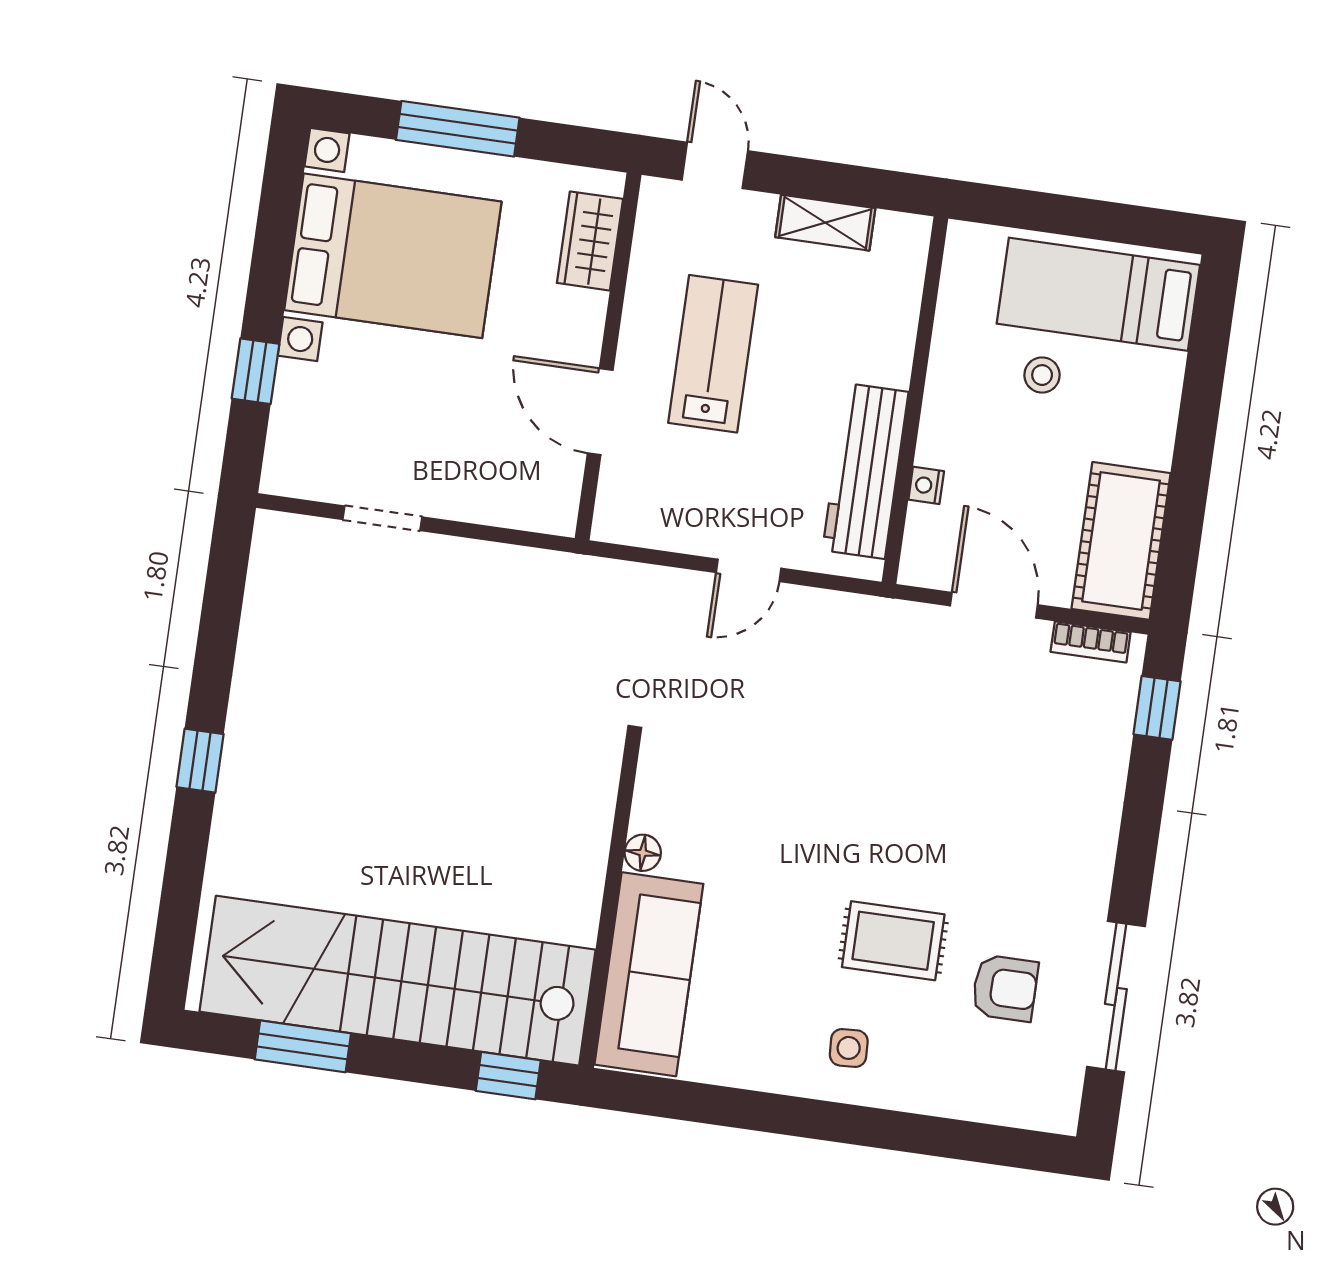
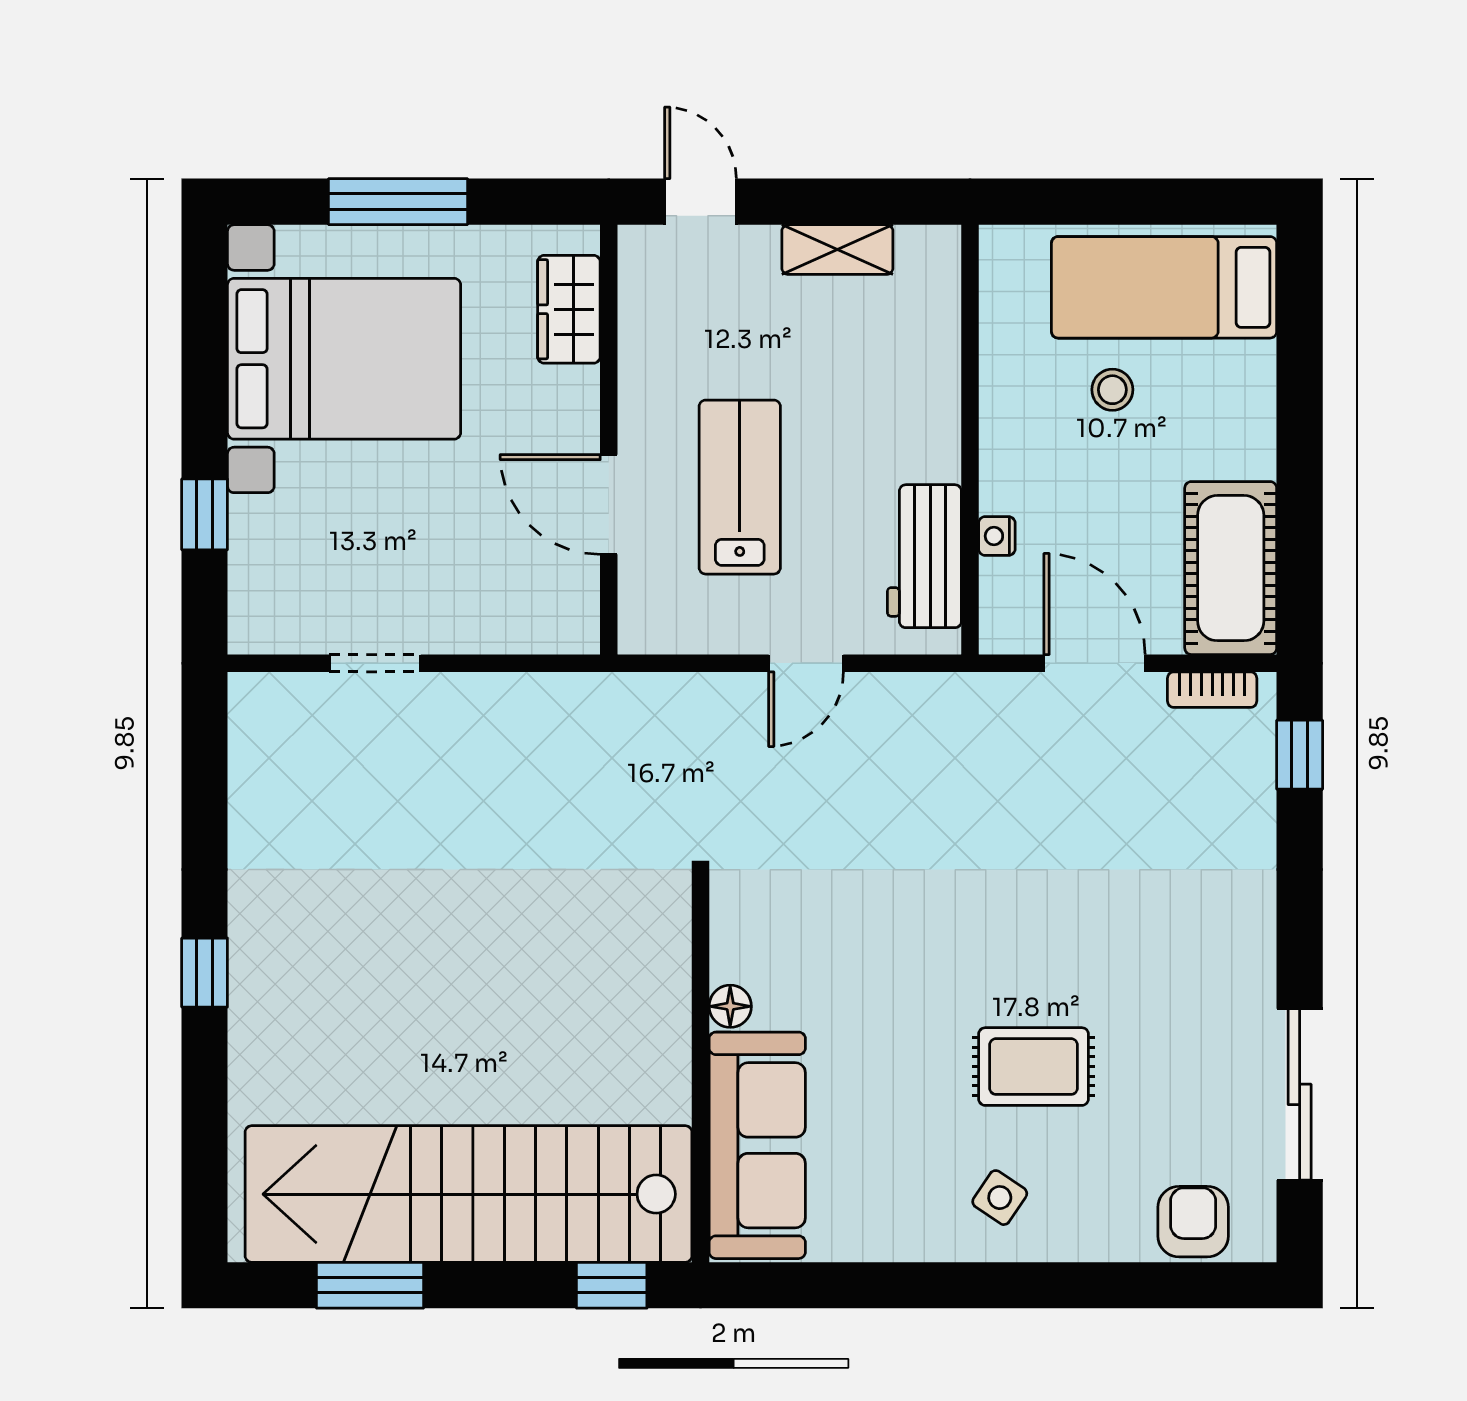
lab bench: (713, 354) -> (740, 487), moved
workbench: (865, 471) -> (924, 556), width x0.73
armchair: (1005, 988) -> (1193, 1222), moved, turned -90
side table: (849, 1048) -> (1000, 1198), turned 37

